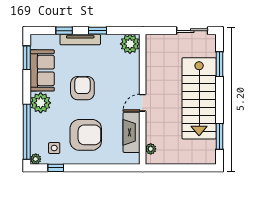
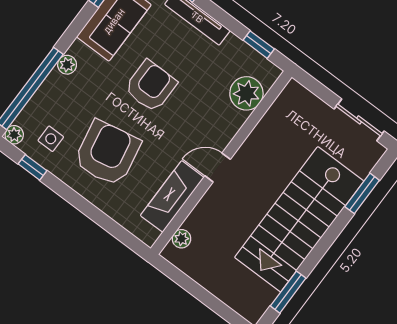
window: (98, 31) -> (259, 45), moved
plant: (130, 44) -> (246, 93), moved
plant: (41, 103) -> (67, 65), width x0.53, depth x0.53
armchair: (86, 135) -> (107, 153), turned -101

